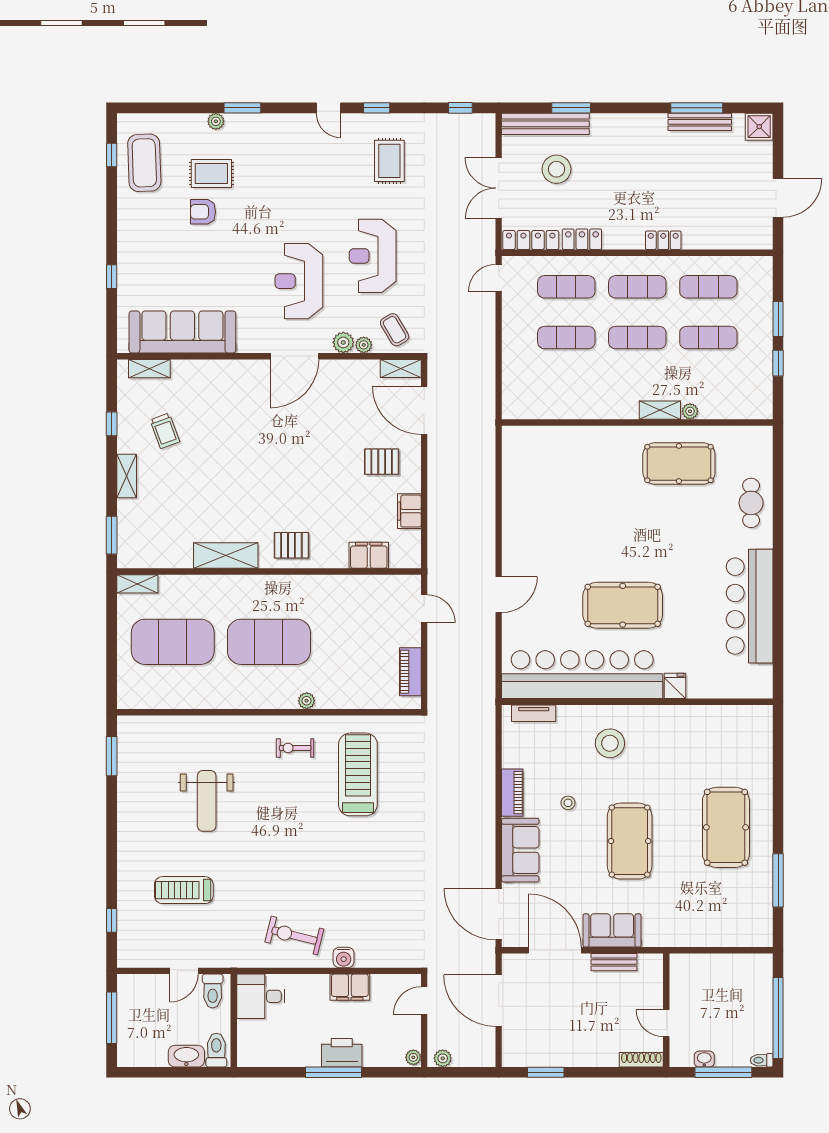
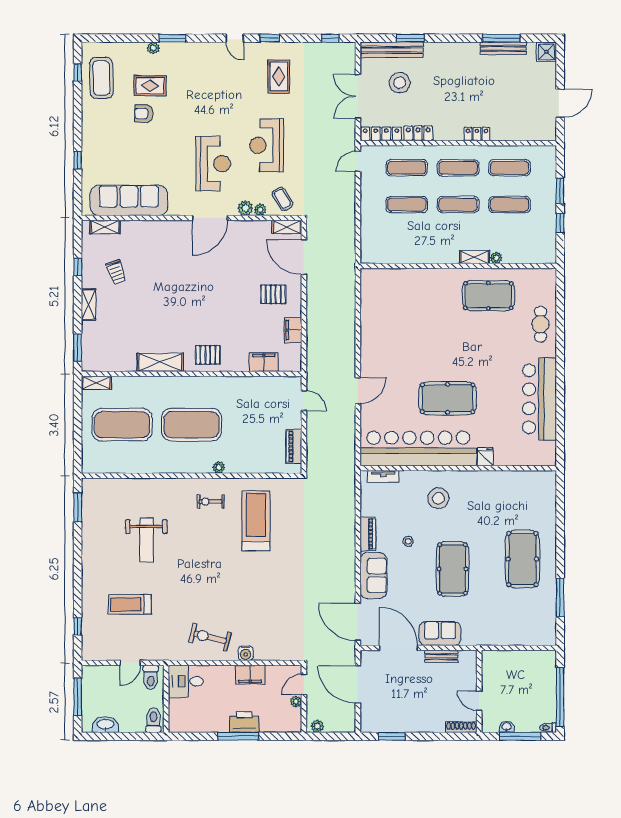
reception desk: (299, 281) -> (213, 164), turned 180
washbasin: (186, 1056) -> (105, 725), moved
plant: (413, 1057) -> (296, 701), moved

